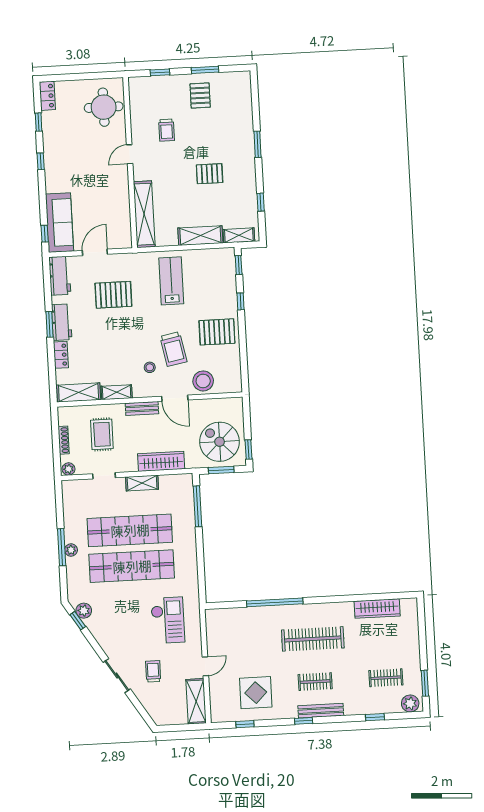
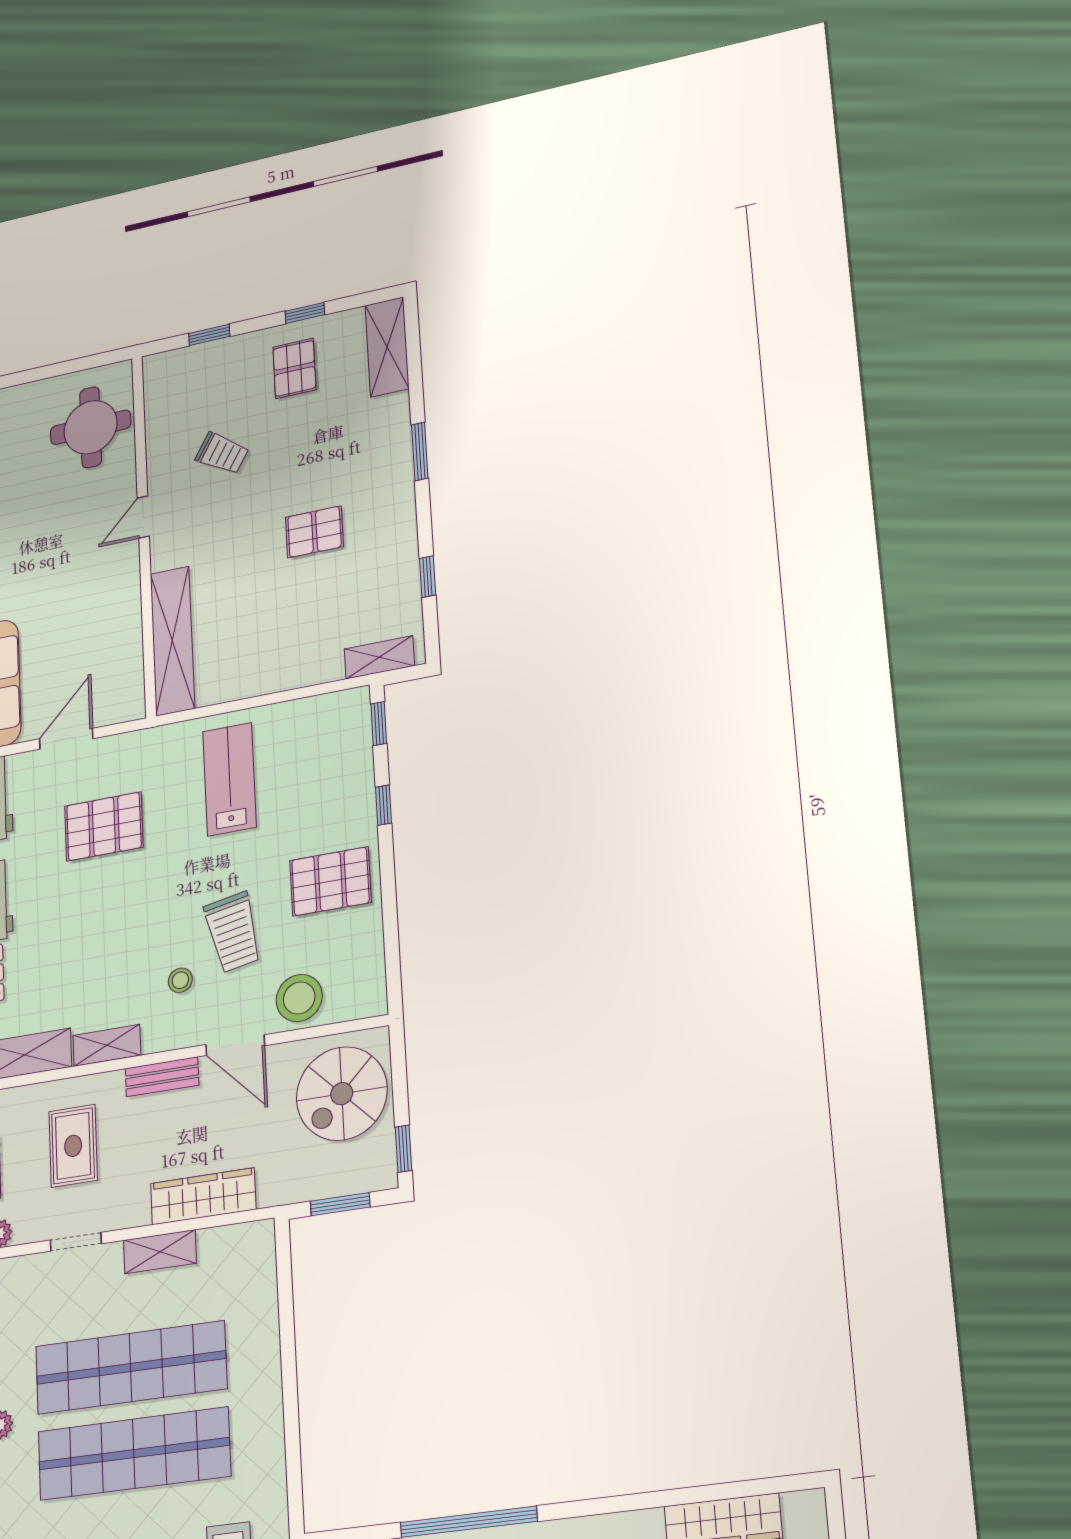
window: (205, 70) -> (305, 313), width x0.67
trolley: (167, 130) -> (222, 453), turned -58
shelving: (200, 236) -> (387, 347), moved, turned 90
spiral stairs: (220, 442) -> (342, 1094), moved, turned -90
window: (198, 506) -> (285, 1297), removed

